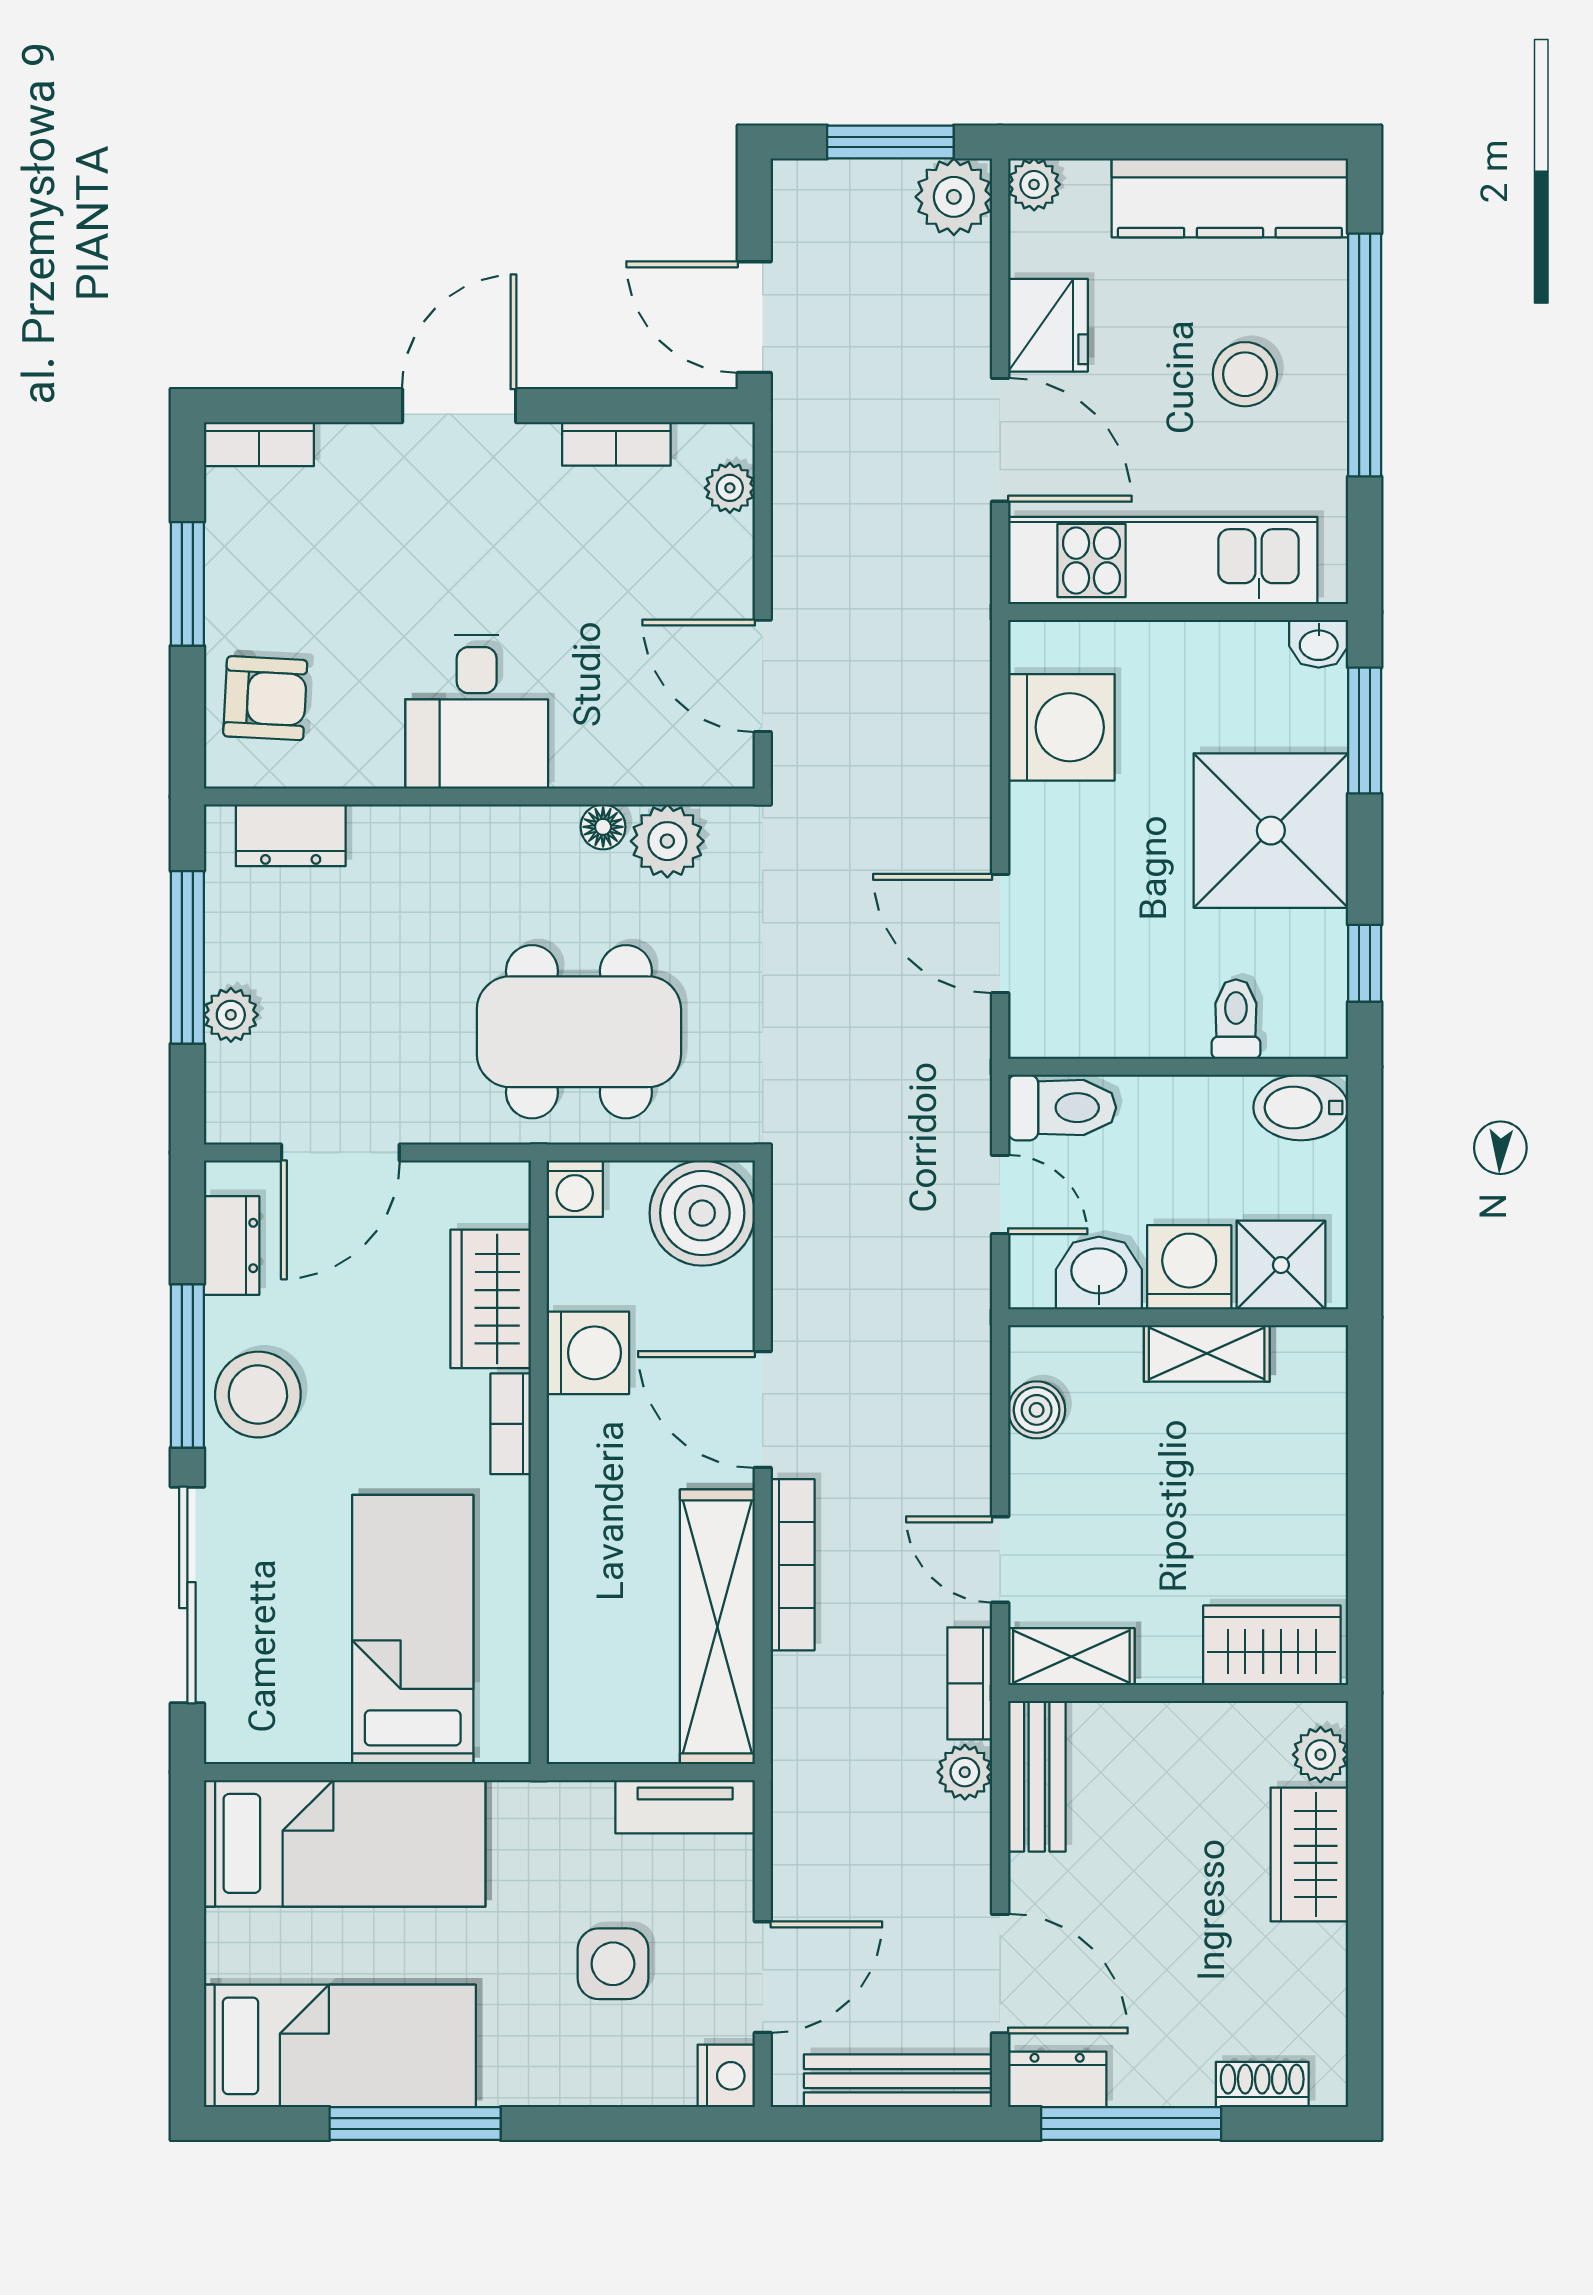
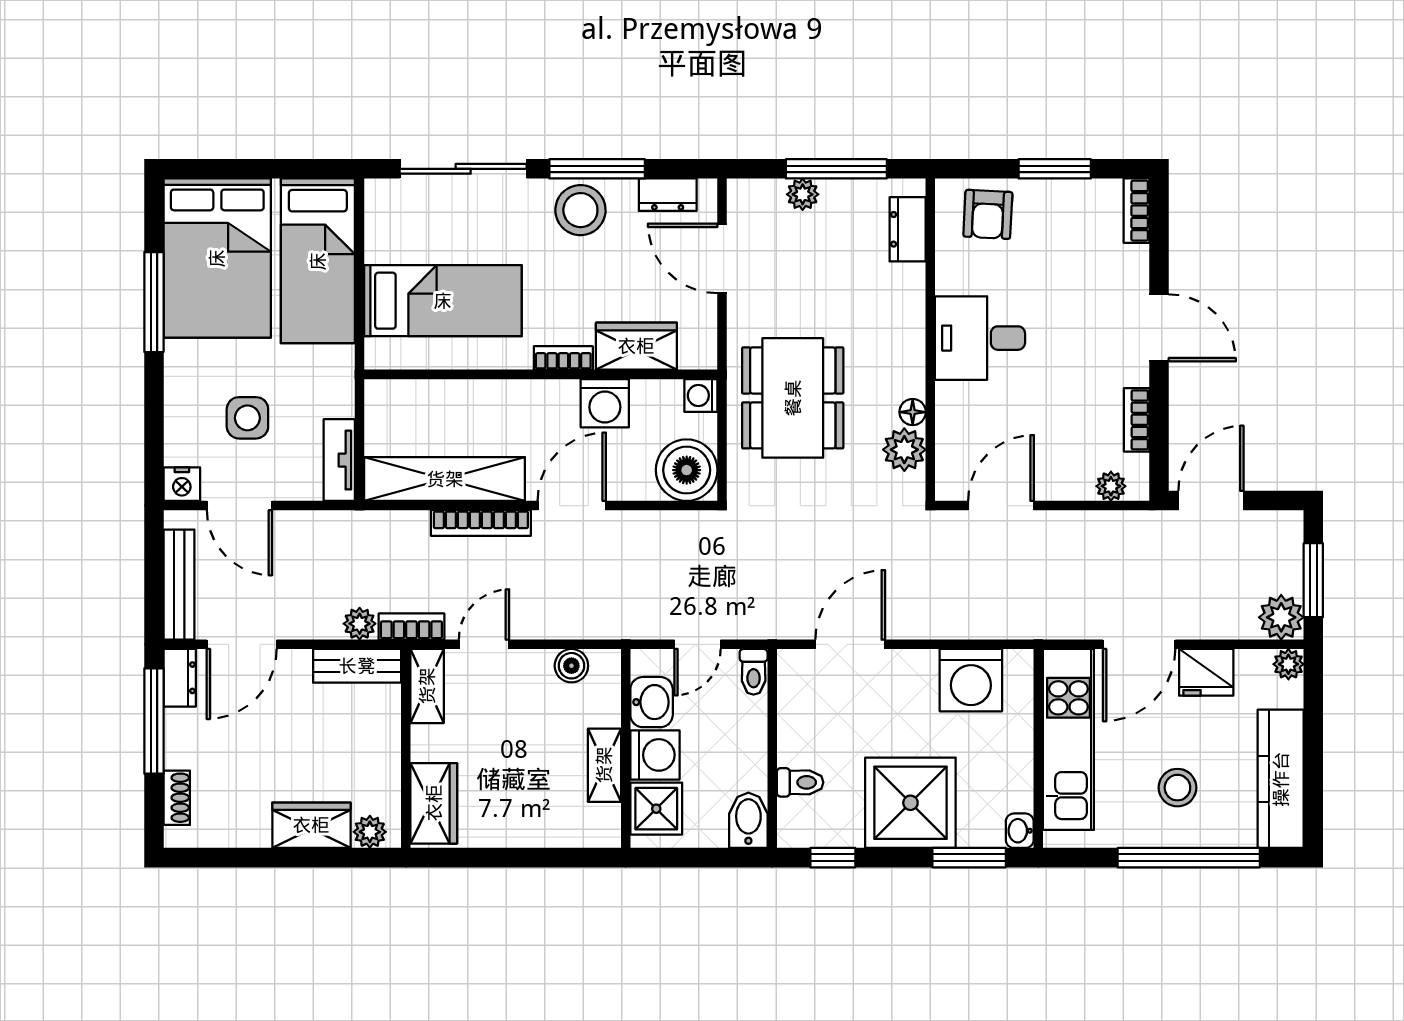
toilet: (1062, 1108) -> (754, 672), width x0.73, depth x0.72
bed: (340, 2046) -> (217, 258), width x1.50

